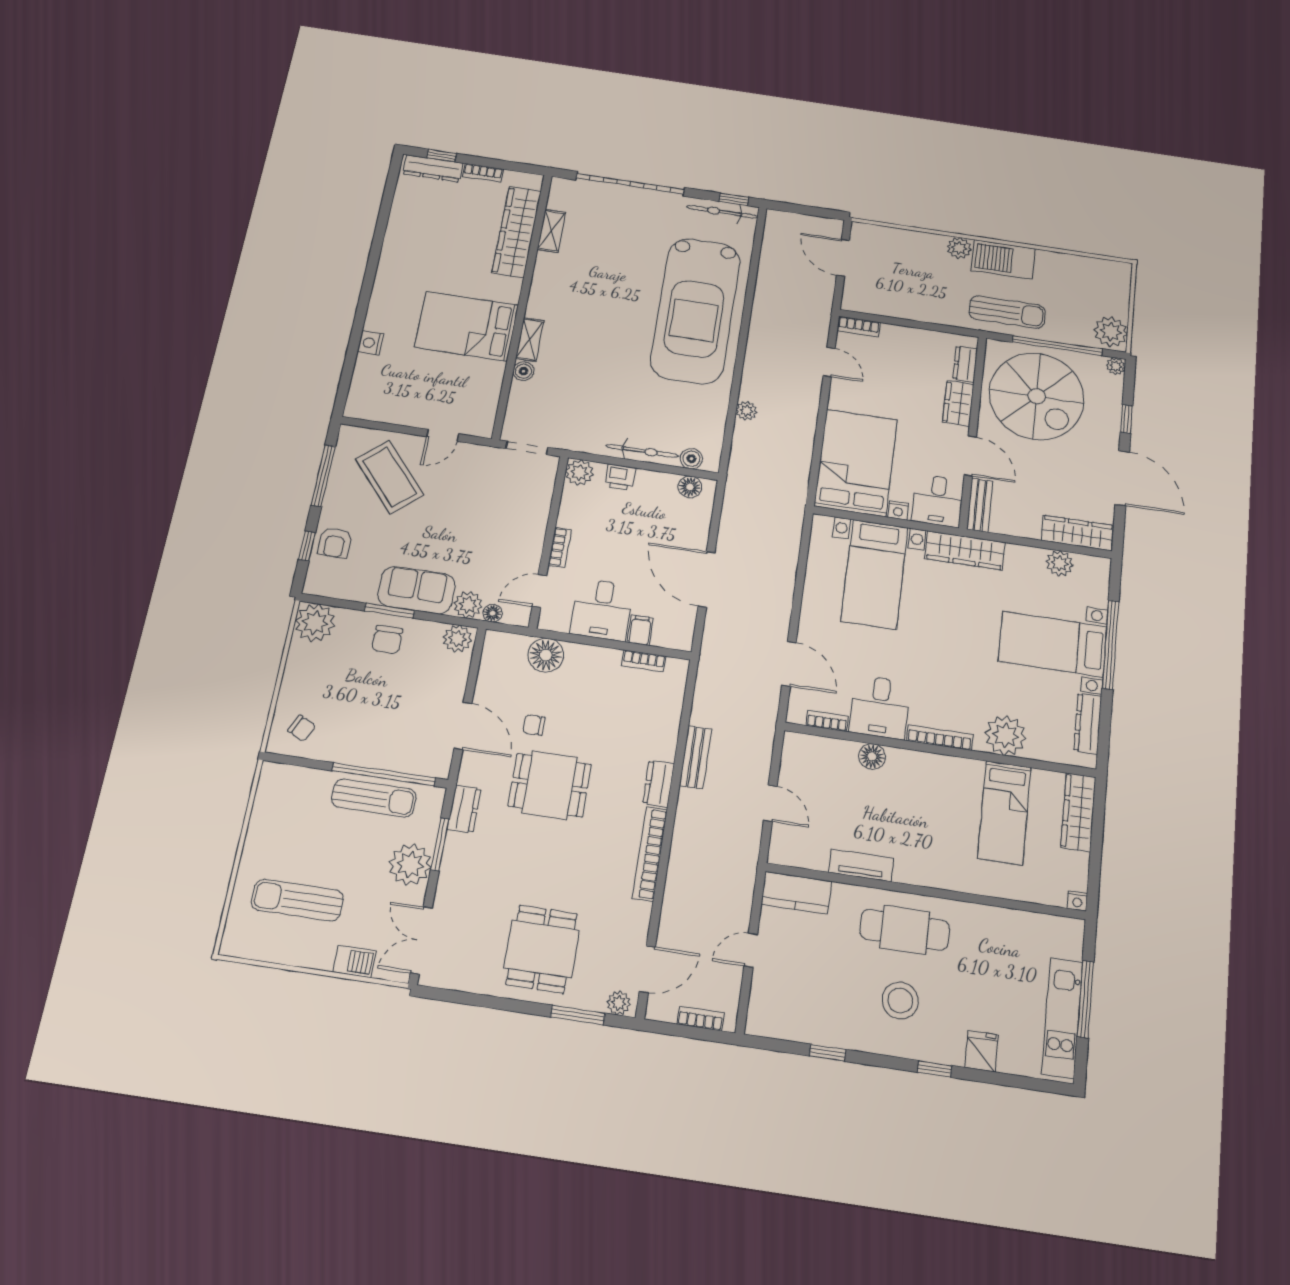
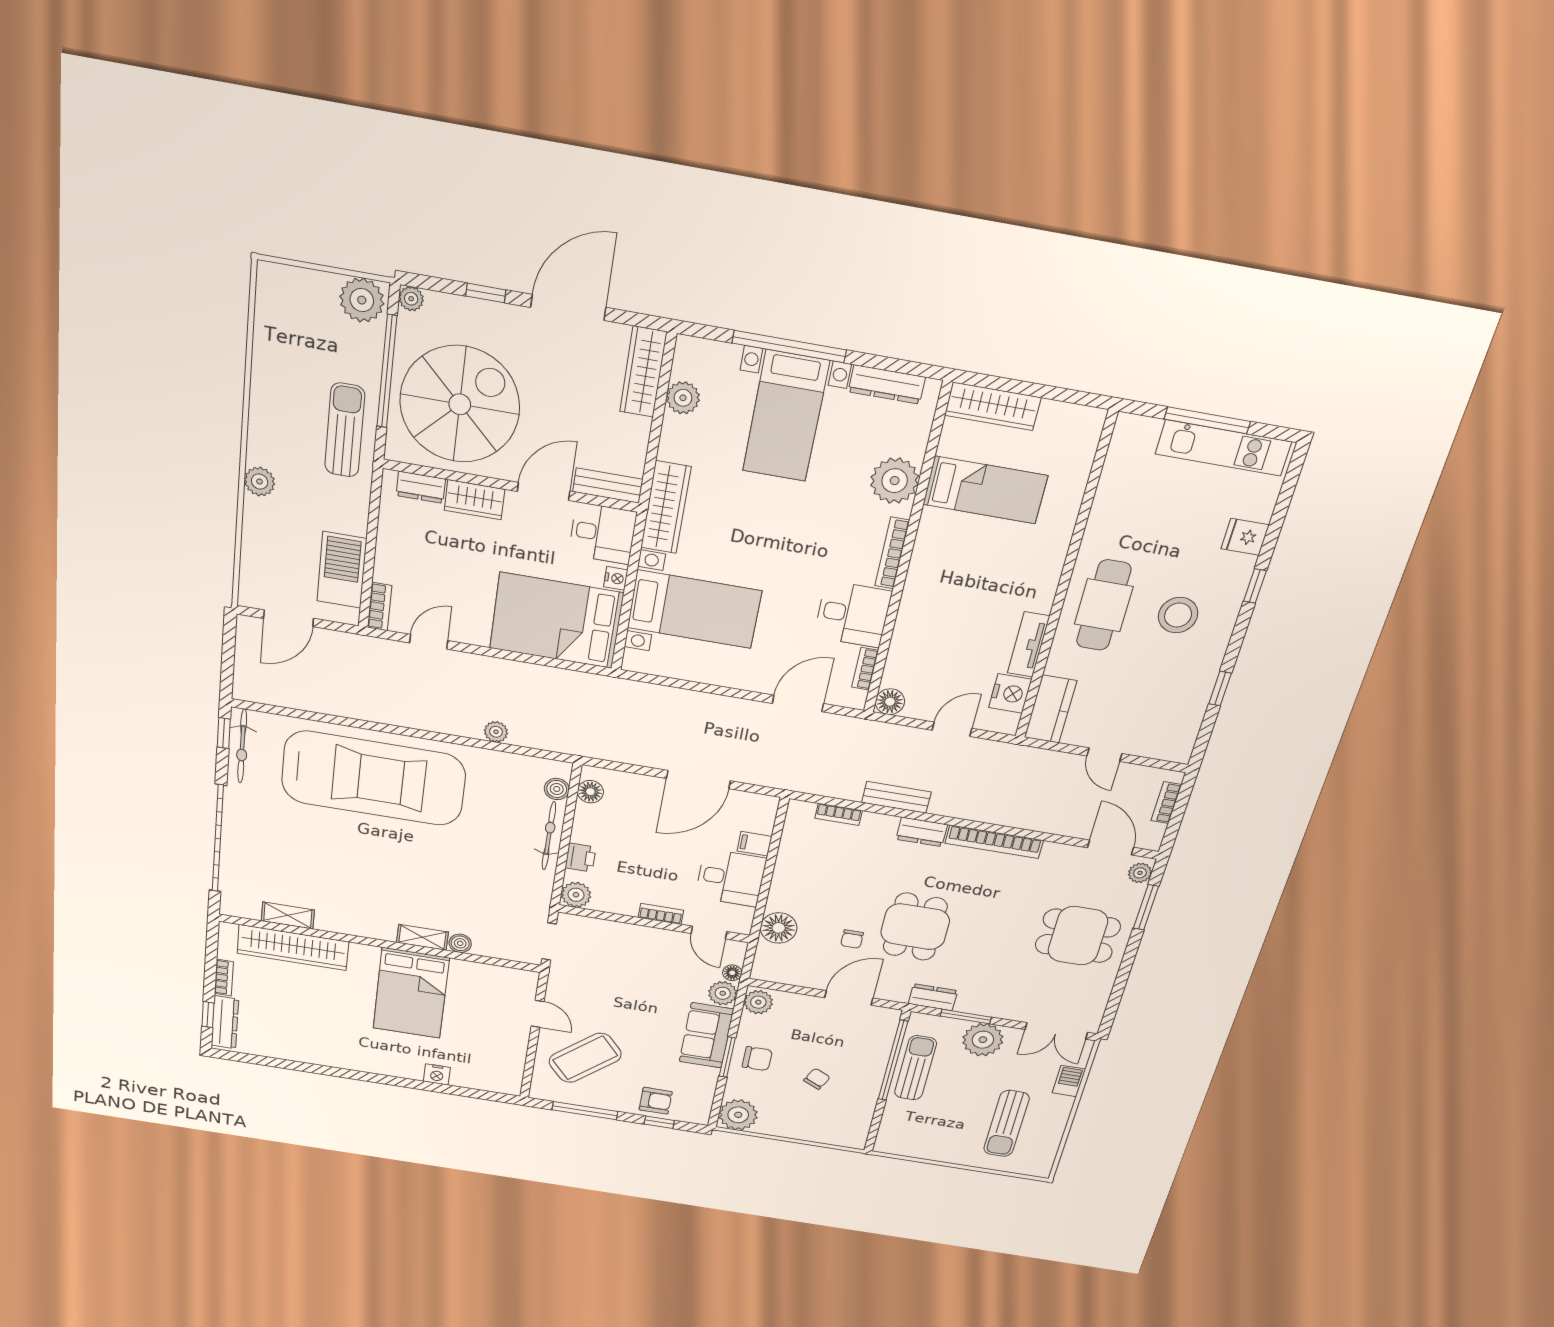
barbecue: (1003, 259) -> (342, 570), moved, turned 180
bookcase: (644, 661) -> (839, 814), moved, turned 90
chair: (302, 728) -> (817, 1079), moved
floor lamp: (872, 756) -> (890, 702), moved
nightstand: (1077, 901) -> (1010, 693), moved, width x1.89, depth x1.79

